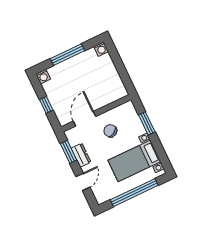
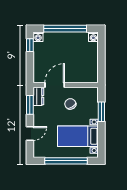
window: (68, 55) -> (65, 29), width x1.46
window: (46, 105) -> (30, 45), moved
dresser: (81, 155) -> (38, 96), moved

